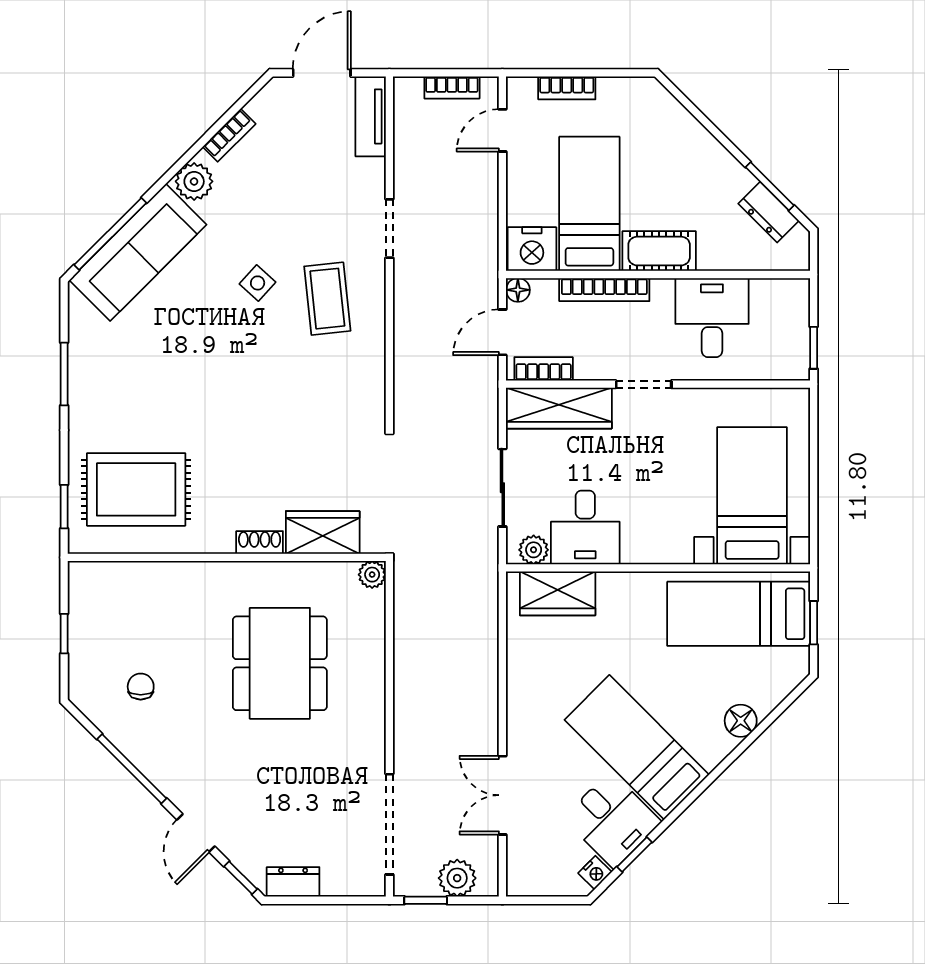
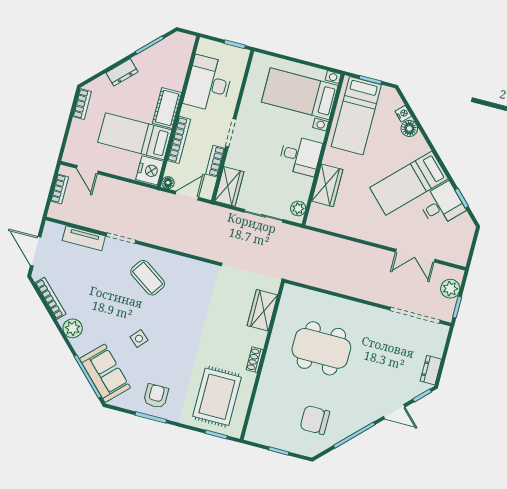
bookcase: (567, 88) -> (82, 104), moved
tv unit: (371, 116) -> (84, 238), moved
bookcase: (229, 135) -> (50, 298), width x1.56
dresser: (769, 212) -> (122, 72), moved
sofa: (138, 252) -> (105, 373), width x0.73
side table: (258, 283) -> (139, 339), moved
coffee table: (327, 299) -> (148, 278), turned 40
desk: (712, 318) -> (208, 84), width x1.37
door: (502, 332) -> (187, 196), swing flipped
bookcase: (544, 369) -> (215, 161), moved
armchair: (107, 373) -> (156, 396), added
wardrobe: (559, 408) -> (229, 186), width x0.67
desk: (585, 527) -> (300, 156), moved
shoe rack: (260, 542) -> (255, 360), moved
plant: (372, 575) -> (289, 291), removed
wardrobe: (558, 593) -> (327, 185), moved
chair: (141, 687) -> (315, 420), width x1.87, depth x1.87
nightstand: (595, 873) -> (403, 114), moved

